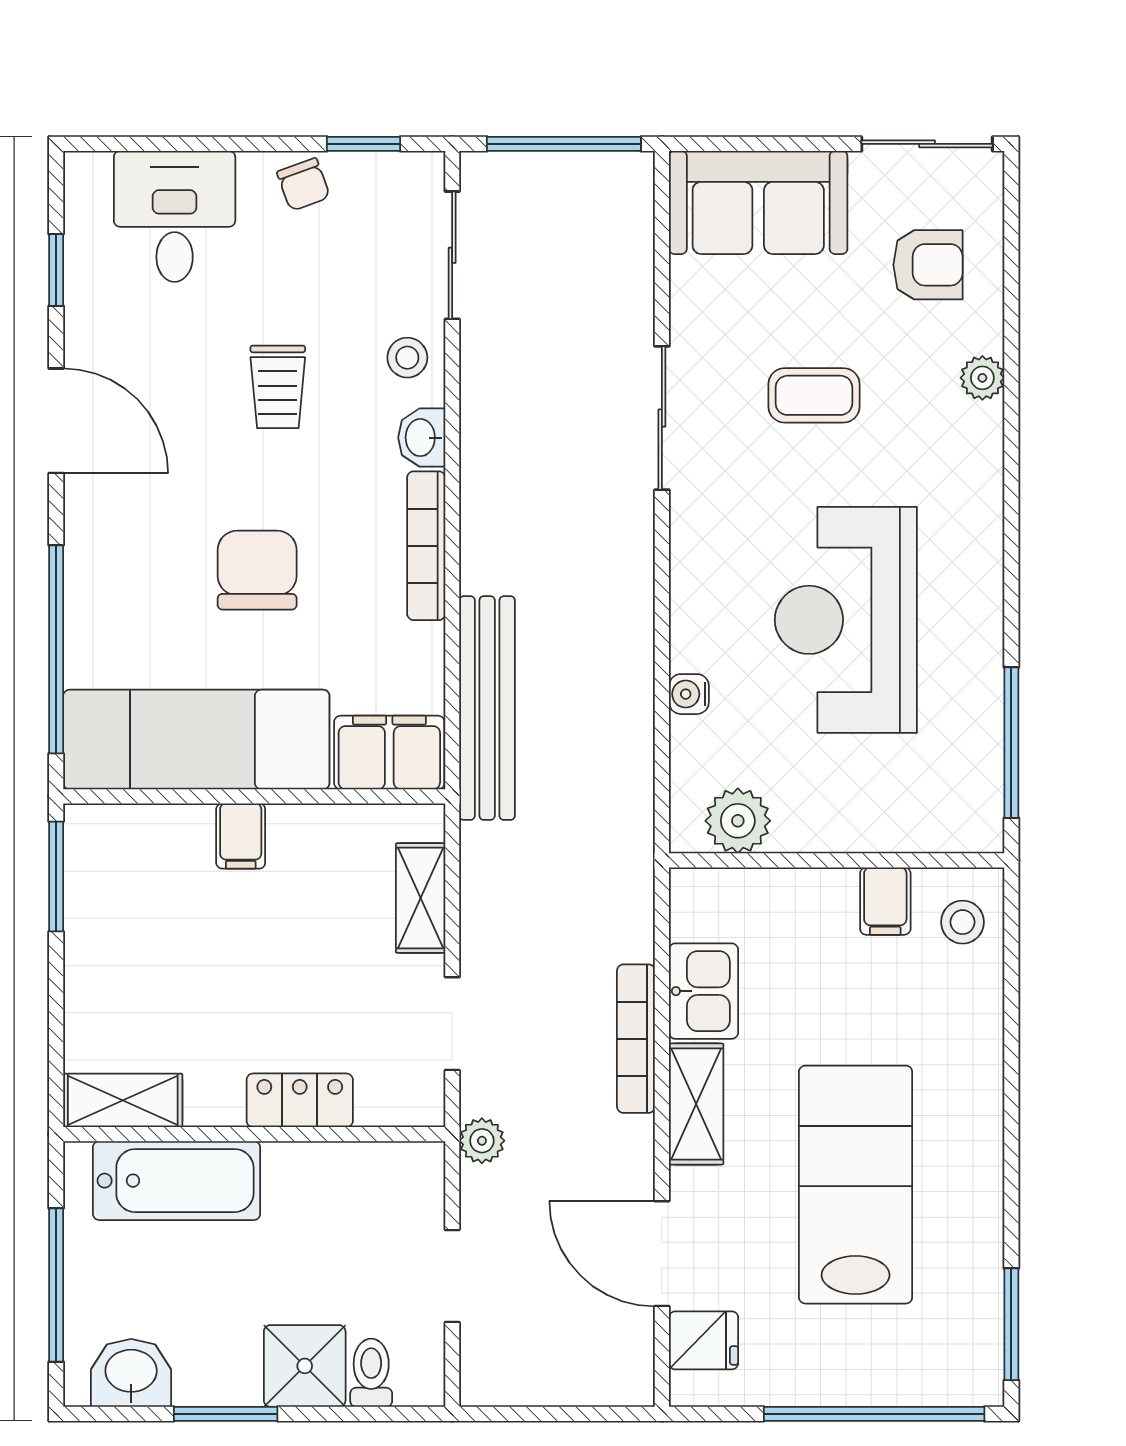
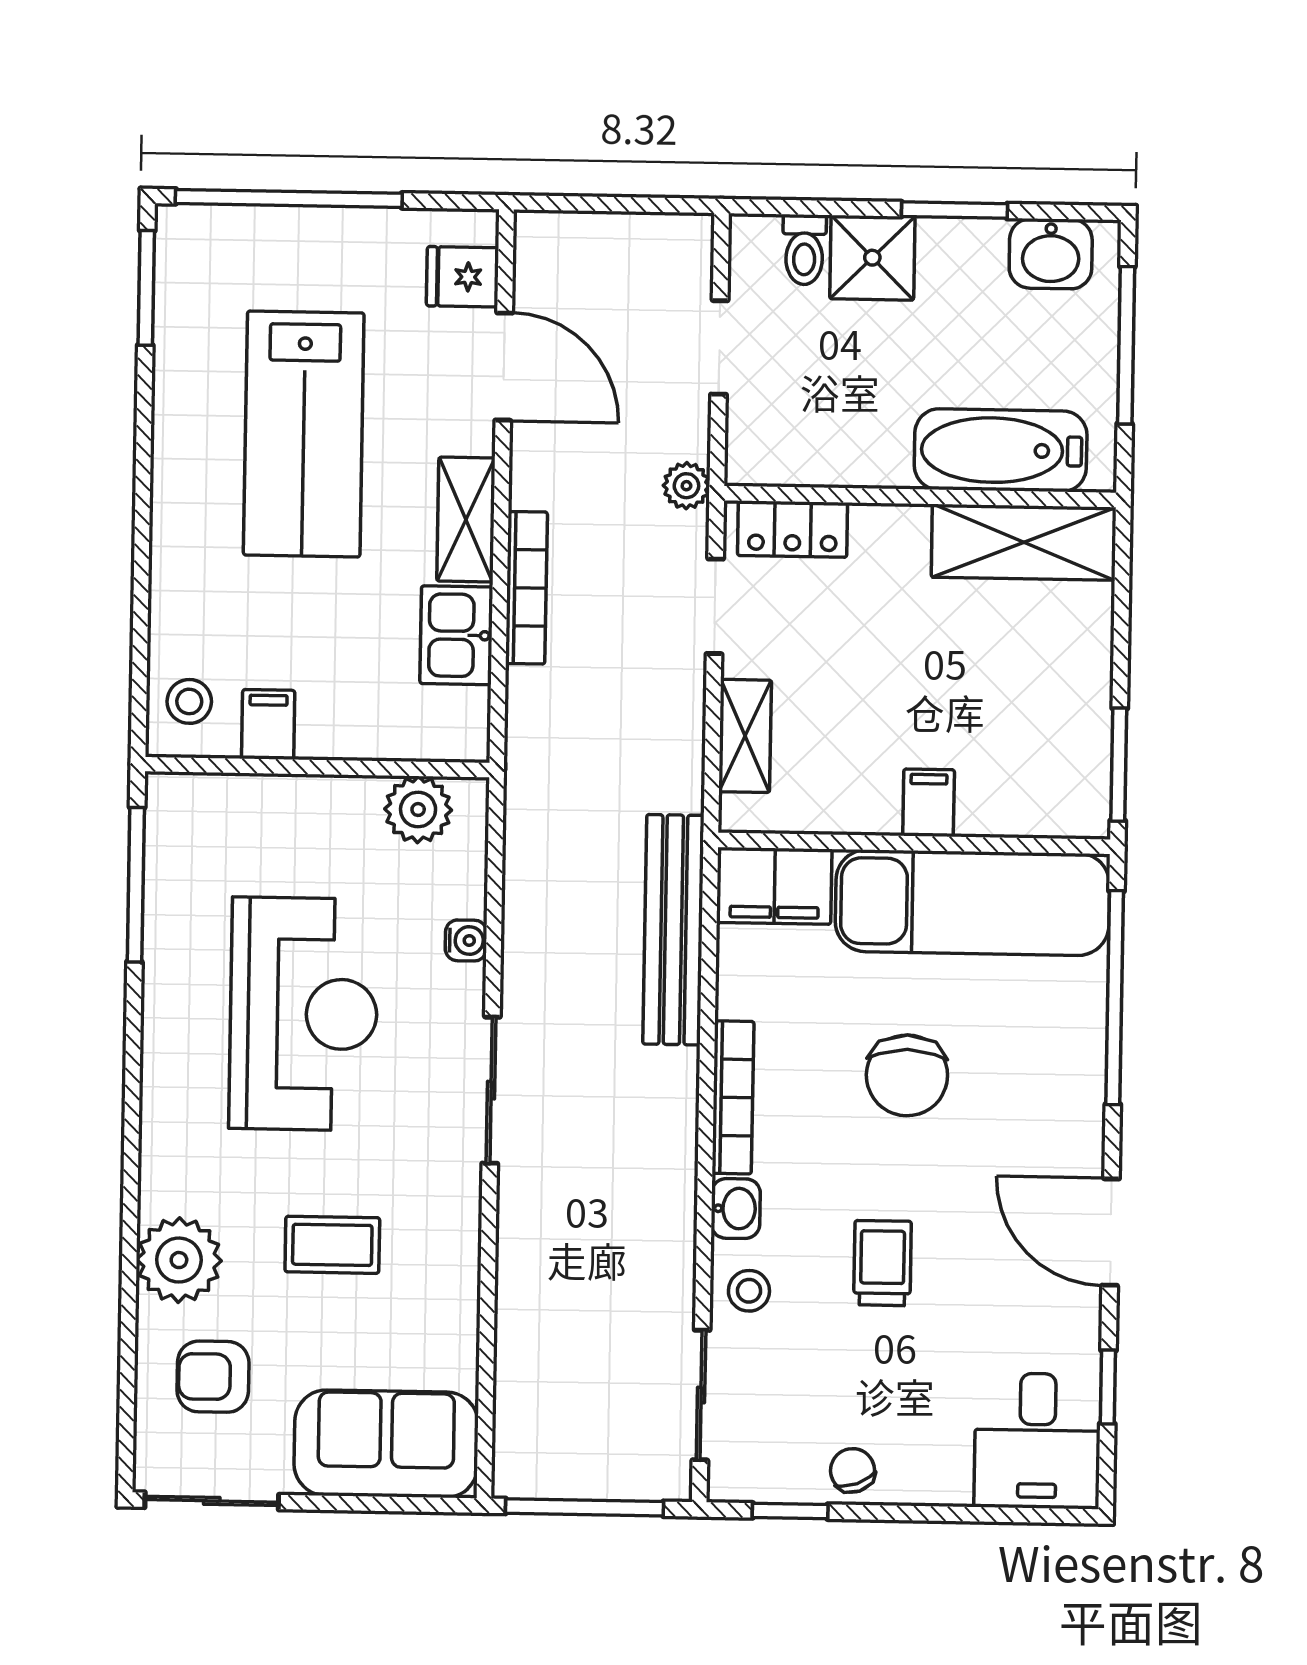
desk: (175, 216) -> (1037, 1441), moved
plant: (982, 378) -> (179, 1260), width x1.87, depth x1.87
sliding door: (662, 418) -> (491, 1090), moved
shelving: (123, 1100) -> (1024, 542), width x1.50, depth x1.33
locker: (300, 1100) -> (793, 529), moved

